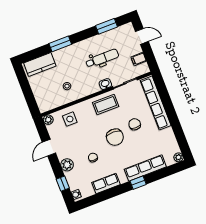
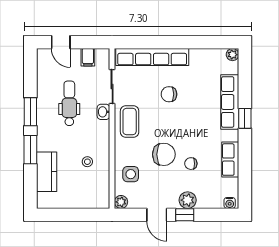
window: (106, 26) -> (30, 112), moved
door: (142, 36) -> (61, 42), swing flipped
kitchen counter: (40, 65) -> (47, 172), moved
chair: (115, 137) -> (164, 154), moved
window: (63, 184) -> (185, 215), moved

